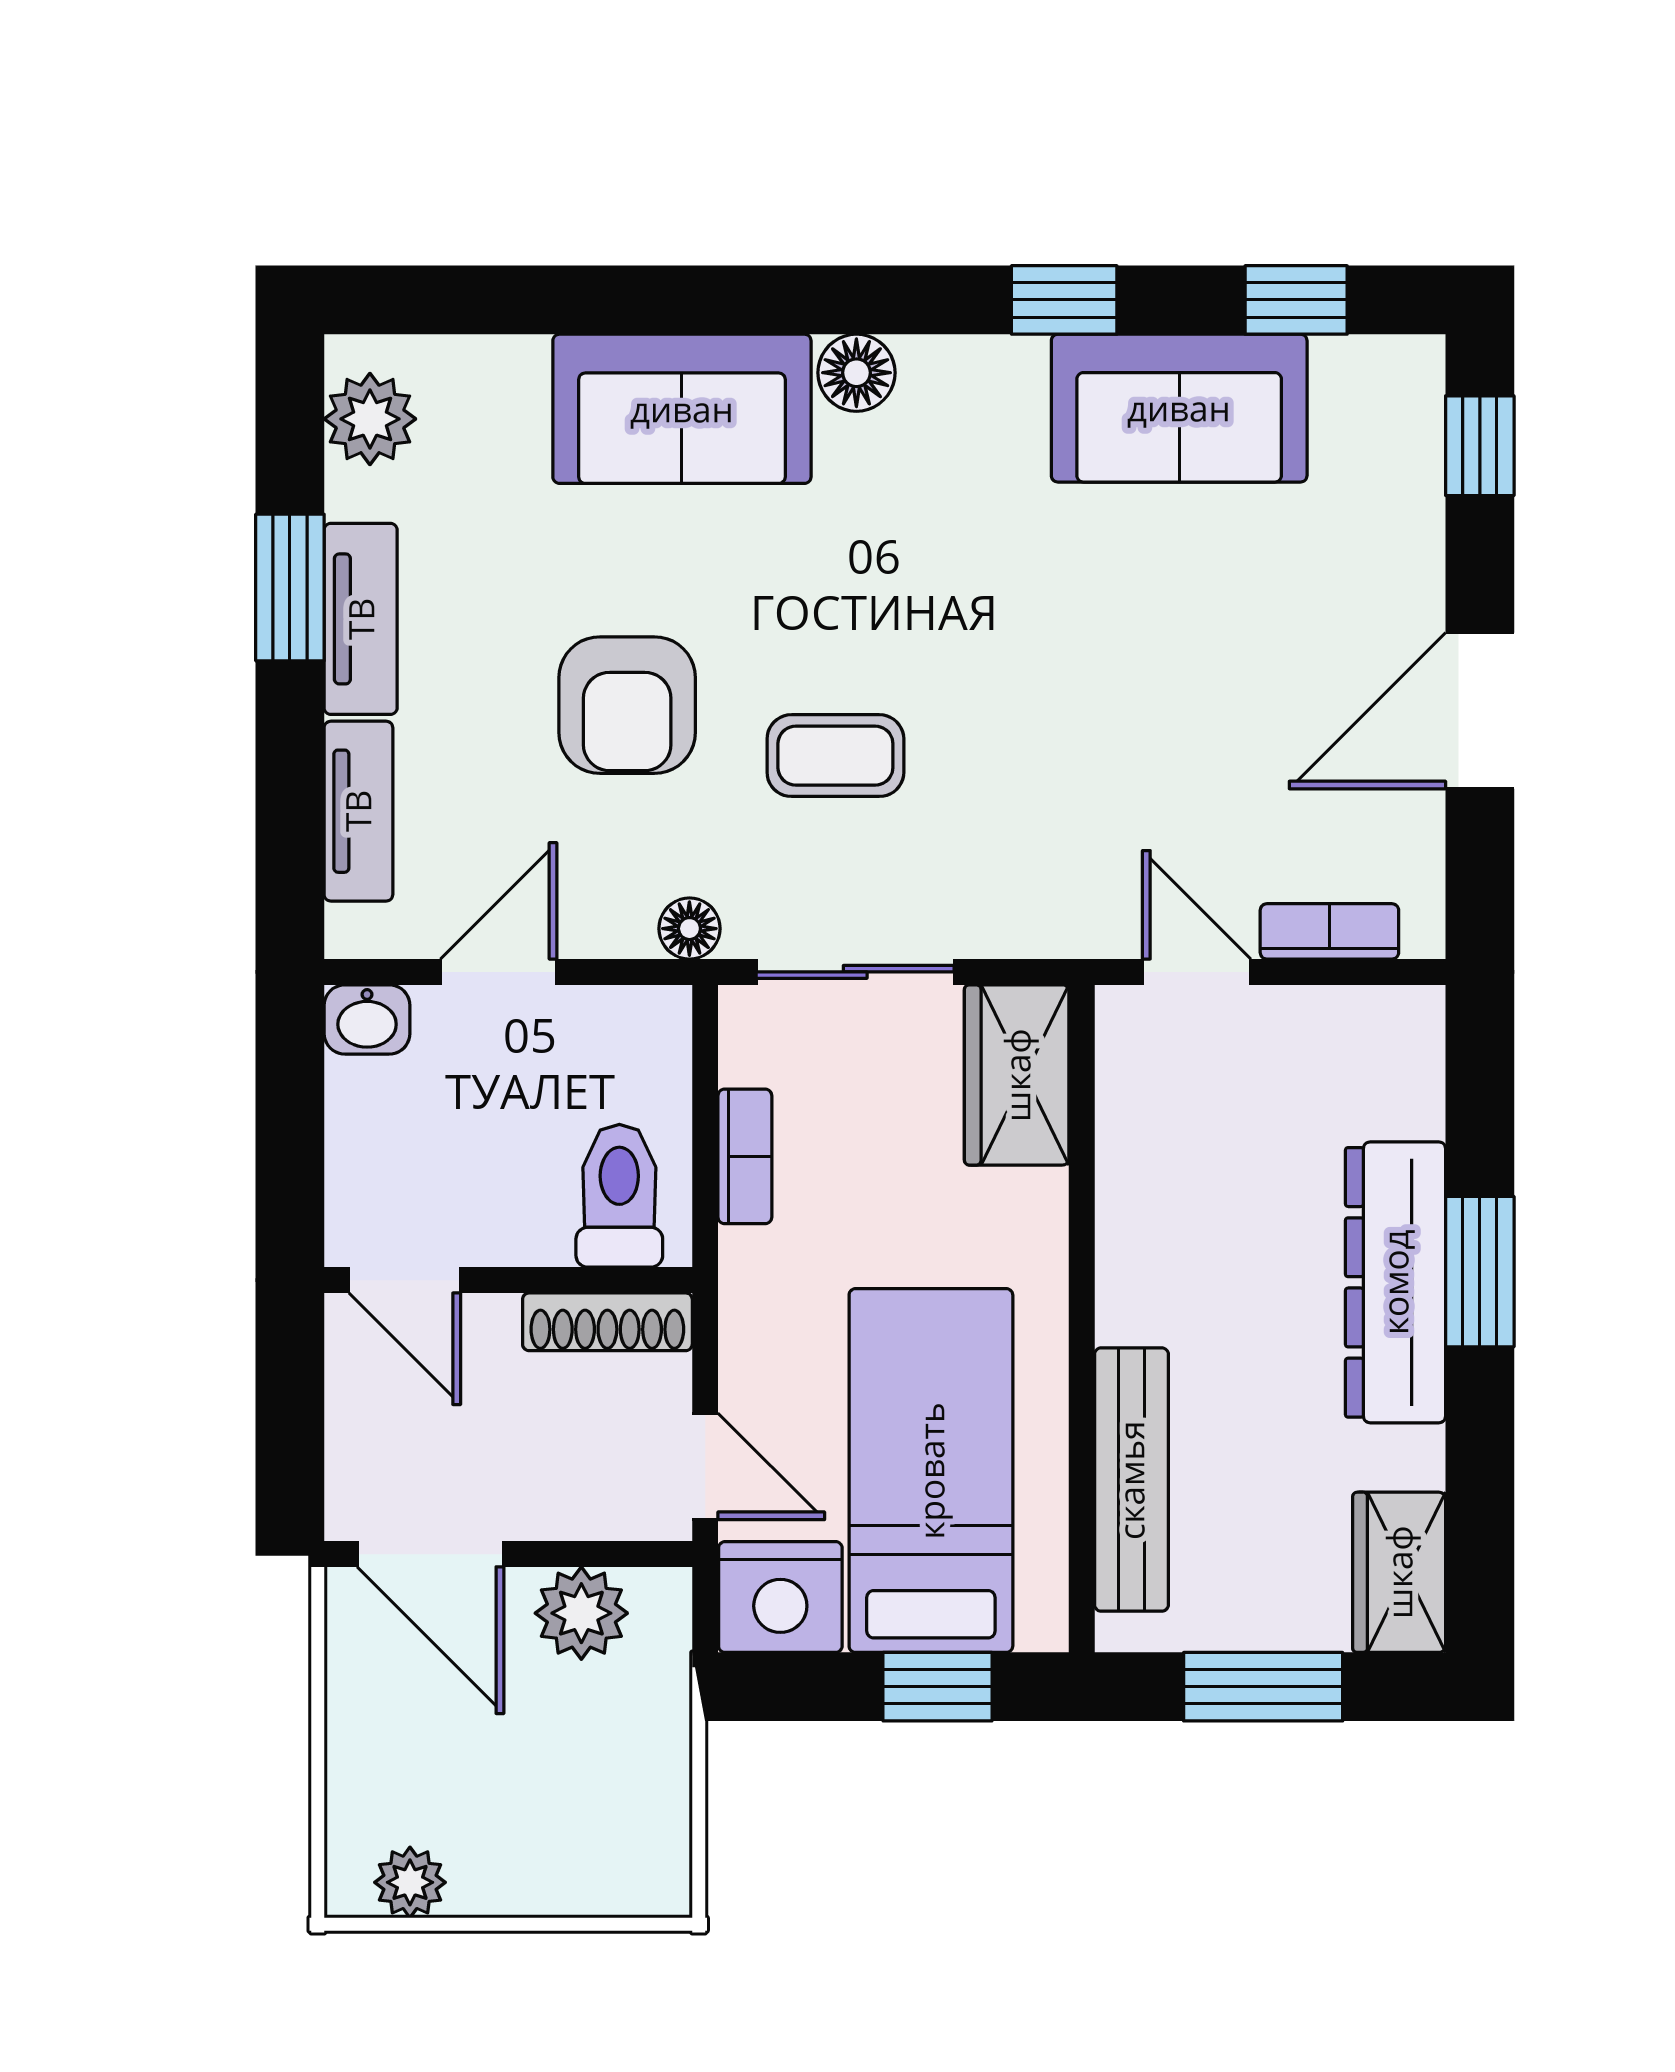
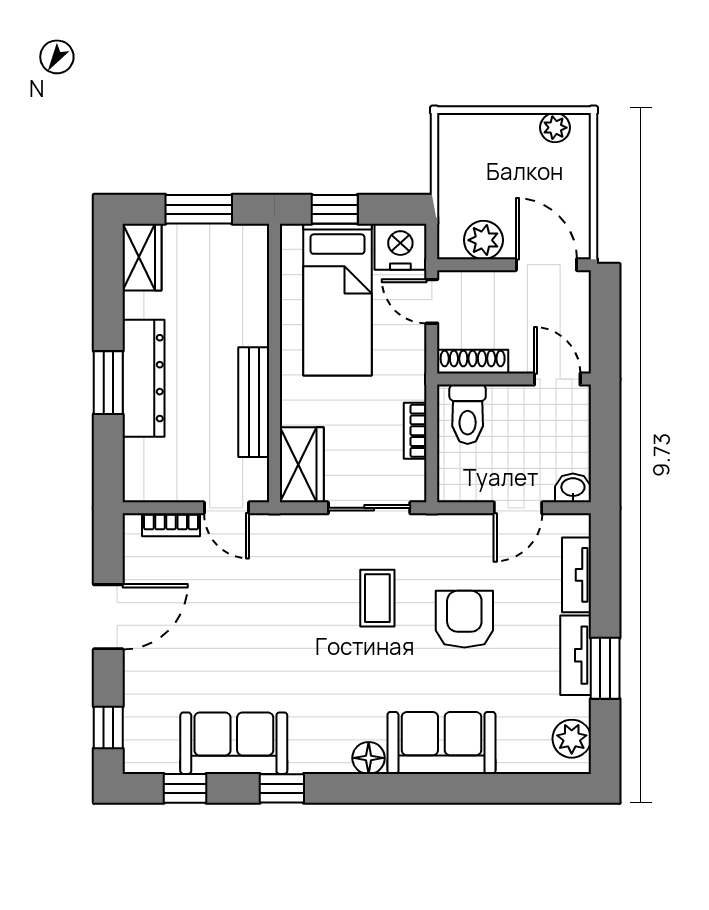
coffee table: (835, 756) -> (377, 598), turned 90
floor lamp: (689, 929) -> (438, 526), removed
bench: (1131, 1480) -> (254, 402), moved

